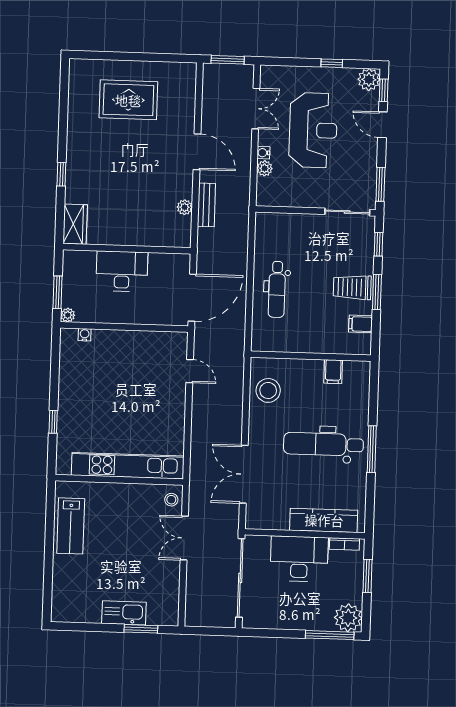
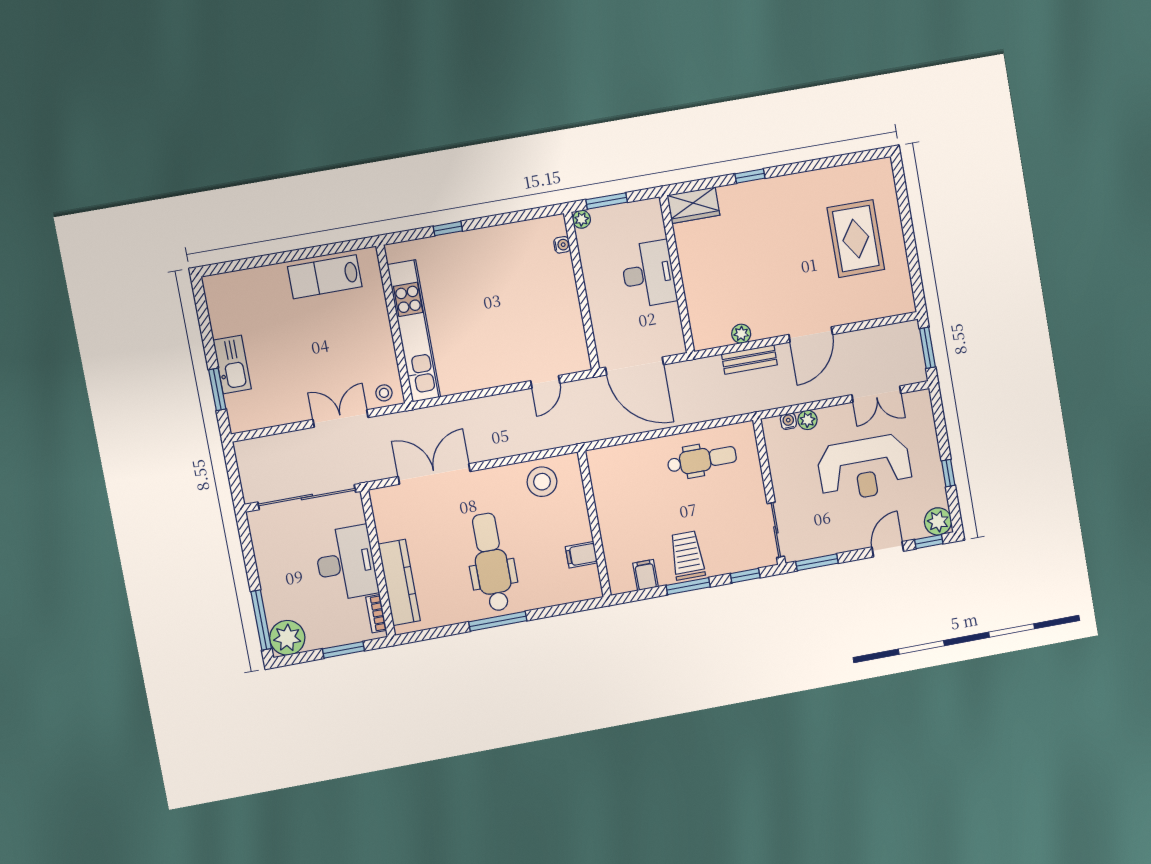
water cooler: (263, 153) -> (788, 421), moved
dental chair: (277, 289) -> (702, 460), moved, turned 180

